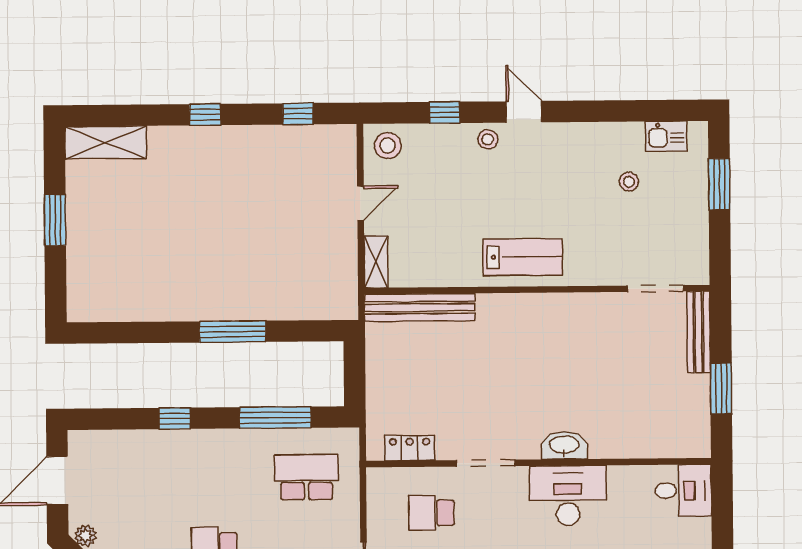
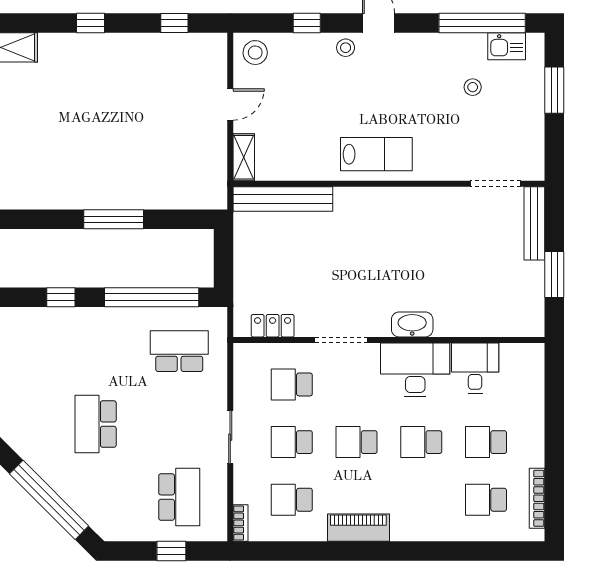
window: (639, 111) -> (482, 23), added
window: (275, 418) -> (152, 297), width x1.46
desk: (683, 491) -> (475, 368), moved, turned -90

